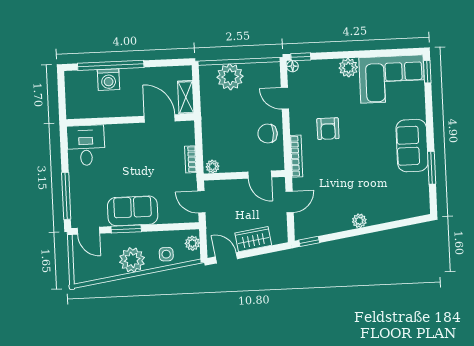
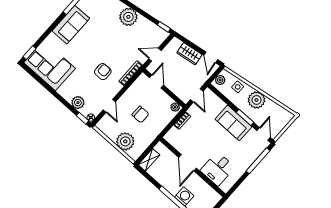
plant: (348, 68) -> (78, 103), moved
shelving: (186, 97) -> (149, 160), moved
door: (160, 119) -> (188, 163), moved
chair: (268, 133) -> (140, 114), moved
desk: (86, 145) -> (218, 169), moved
plant: (359, 221) -> (128, 17), width x1.88, depth x1.88

